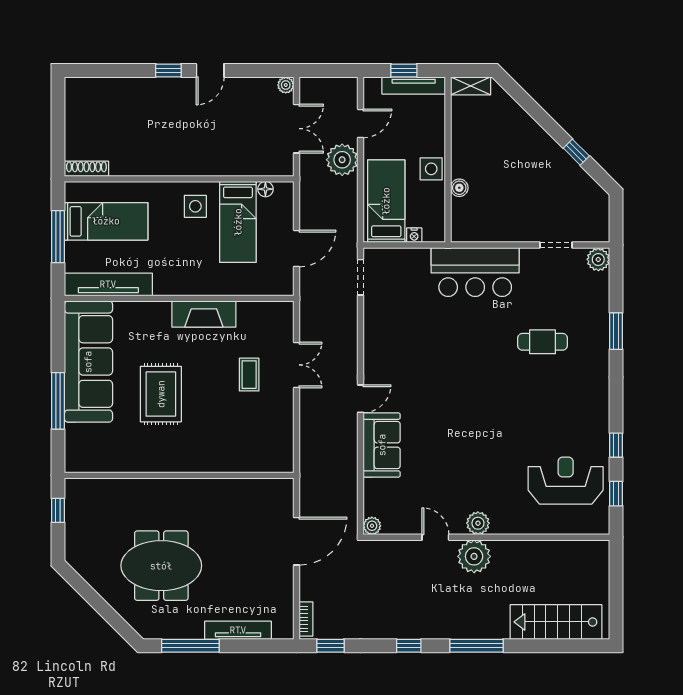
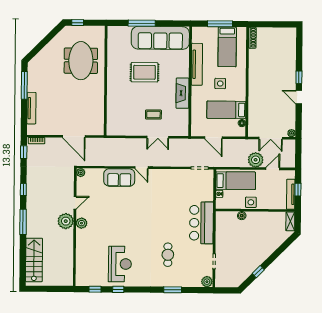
door: (360, 123) -> (273, 169), swing flipped
side table: (195, 206) -> (220, 83), moved
tv unit: (108, 284) -> (197, 64), moved
reception desk: (566, 481) -> (120, 264), moved
window: (58, 510) -> (78, 23), moved
meeting table: (161, 566) -> (81, 61), moved

